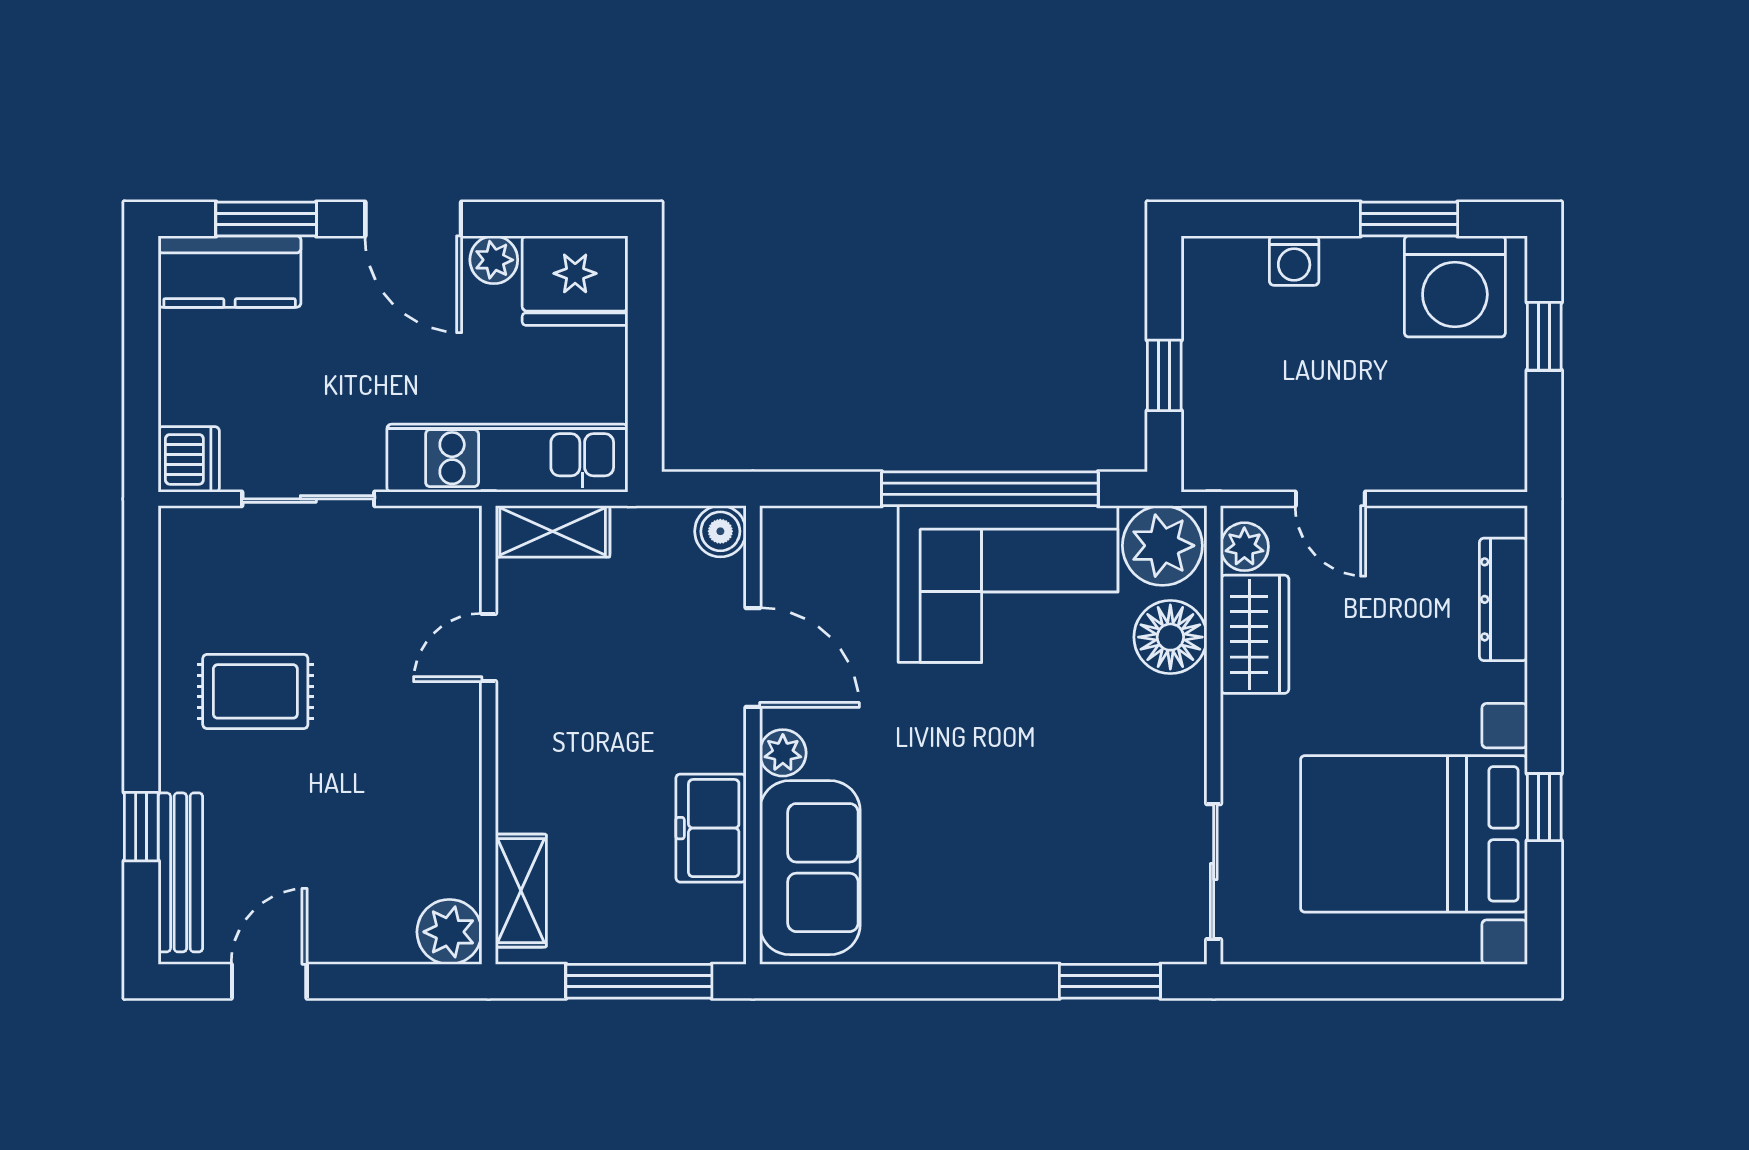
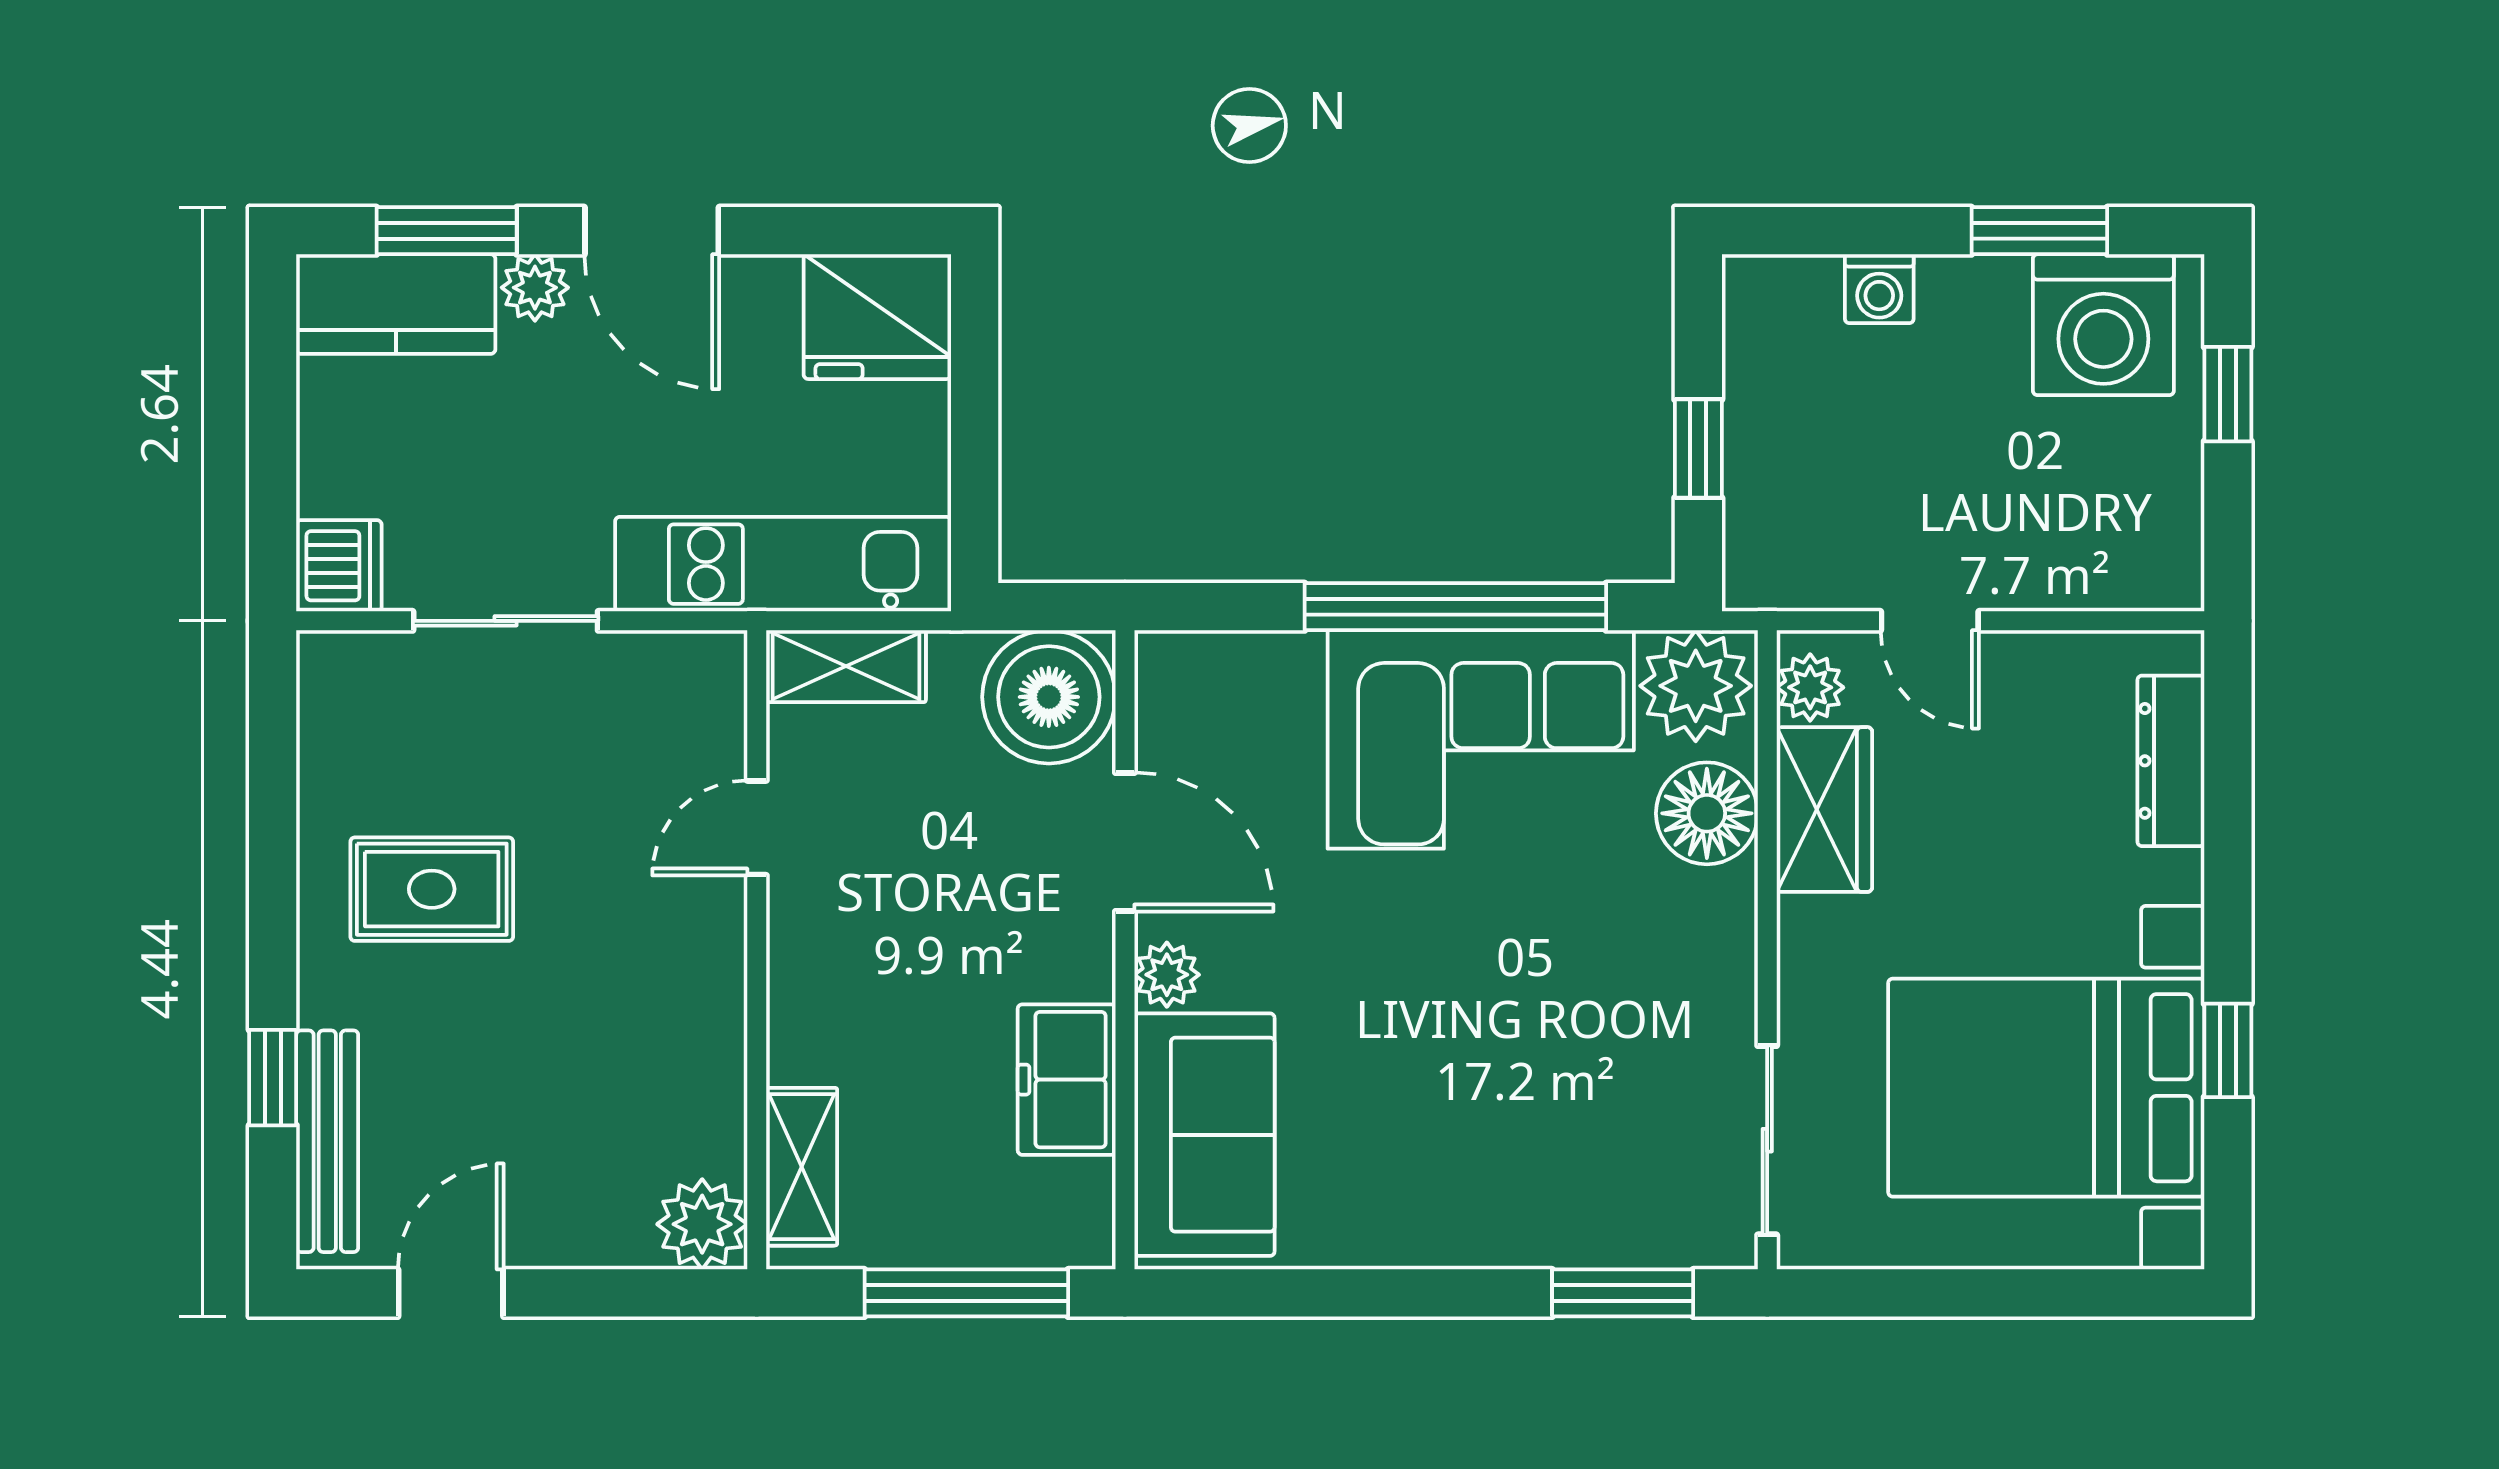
plant: (494, 260) -> (535, 288), moved
boiler: (720, 531) -> (1049, 697), width x1.86, depth x1.86

